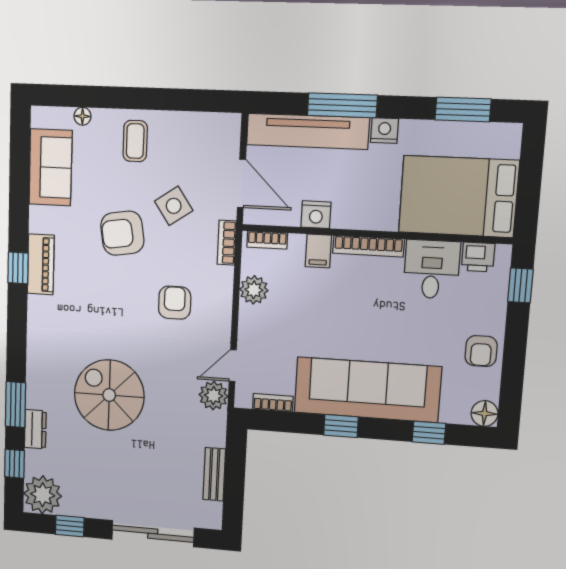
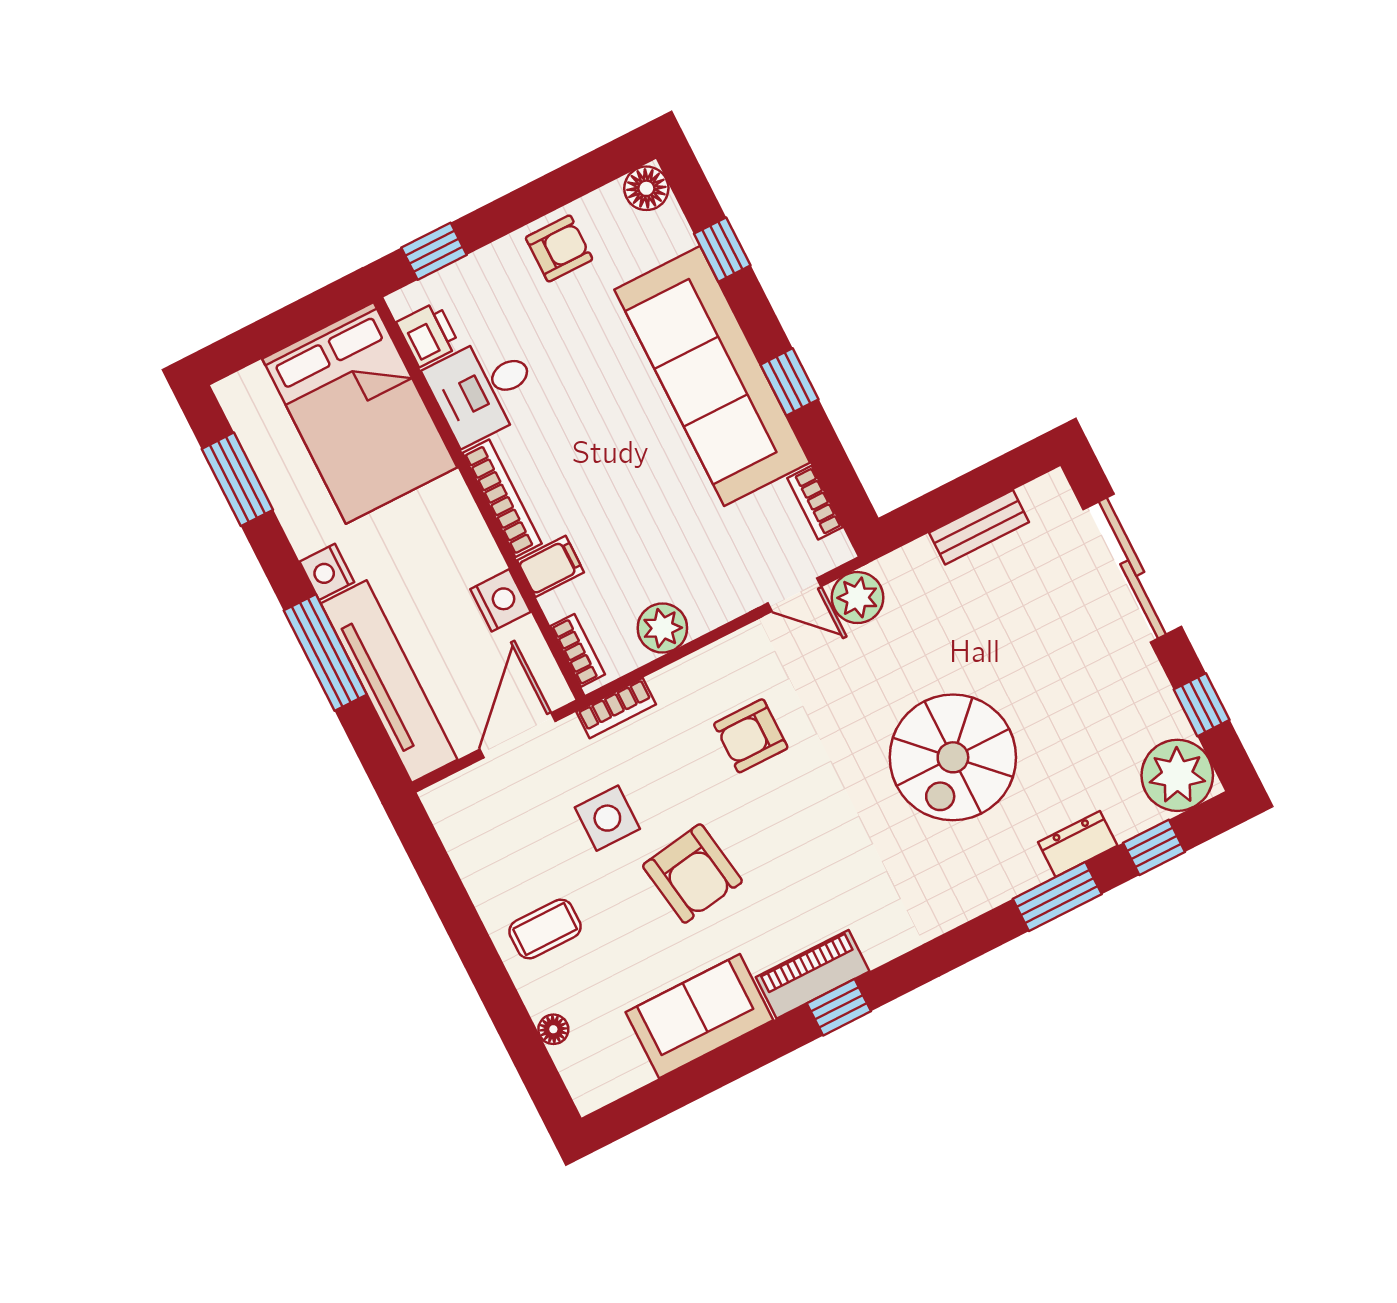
sofa: (51, 167) -> (699, 1016), moved
side table: (174, 206) -> (607, 818), turned 34

